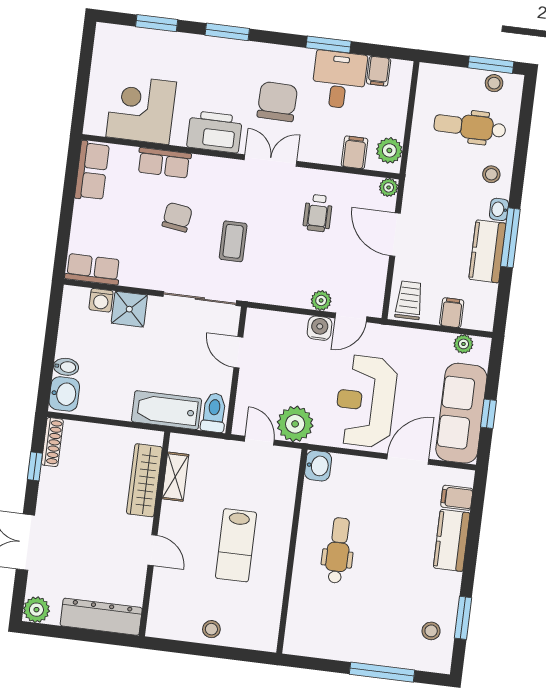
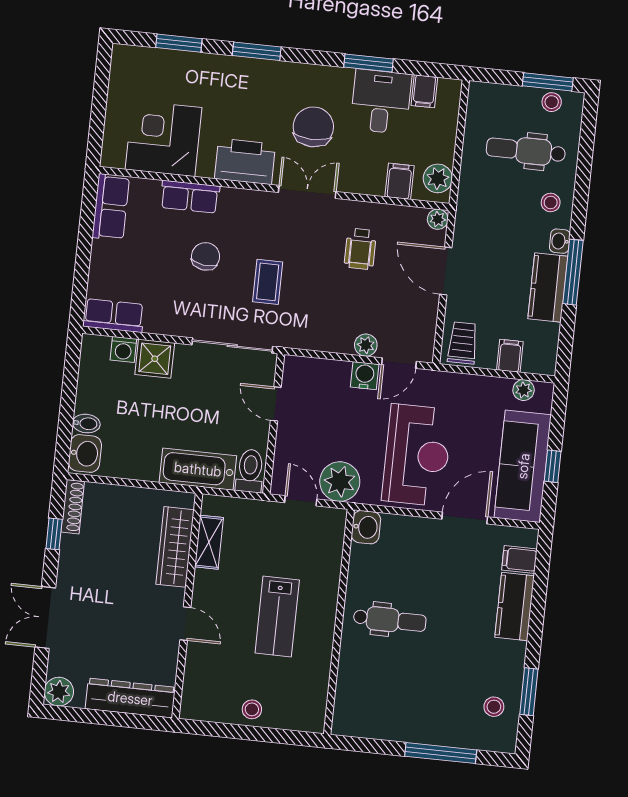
reception desk: (366, 401) -> (417, 455), turned 180
dental chair: (338, 550) -> (390, 620), turned 90

